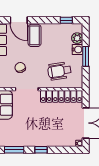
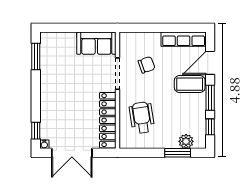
window: (45, 20) -> (210, 98), added
water cooler: (77, 49) -> (171, 142), removed
window: (86, 56) -> (178, 153), moved
window: (41, 150) -> (36, 131), moved

